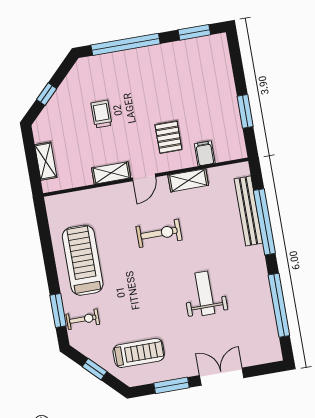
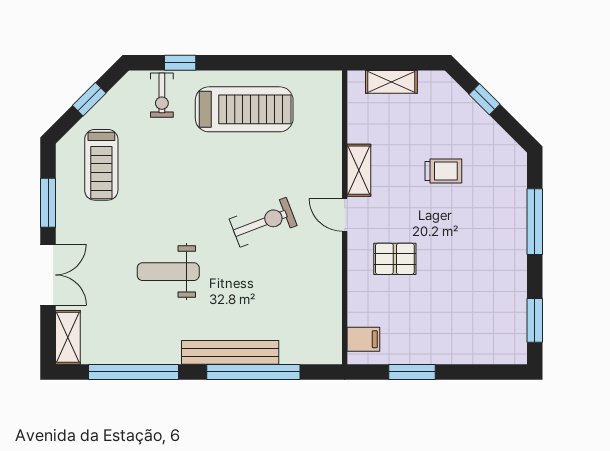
window: (126, 44) -> (535, 222), width x0.68
filing cabinet: (205, 153) -> (363, 339), moved
shelving: (188, 180) -> (68, 337), moved
bench: (248, 211) -> (230, 352), moved
exercise bike: (159, 233) -> (263, 222), turned -111
weight bench: (205, 293) -> (168, 272), turned 180
window: (58, 310) -> (180, 63), width x0.67

